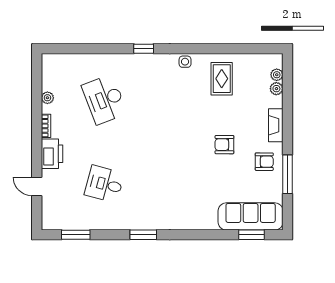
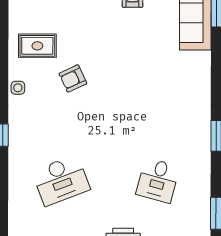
armchair: (224, 145) -> (73, 78), moved, turned 65

